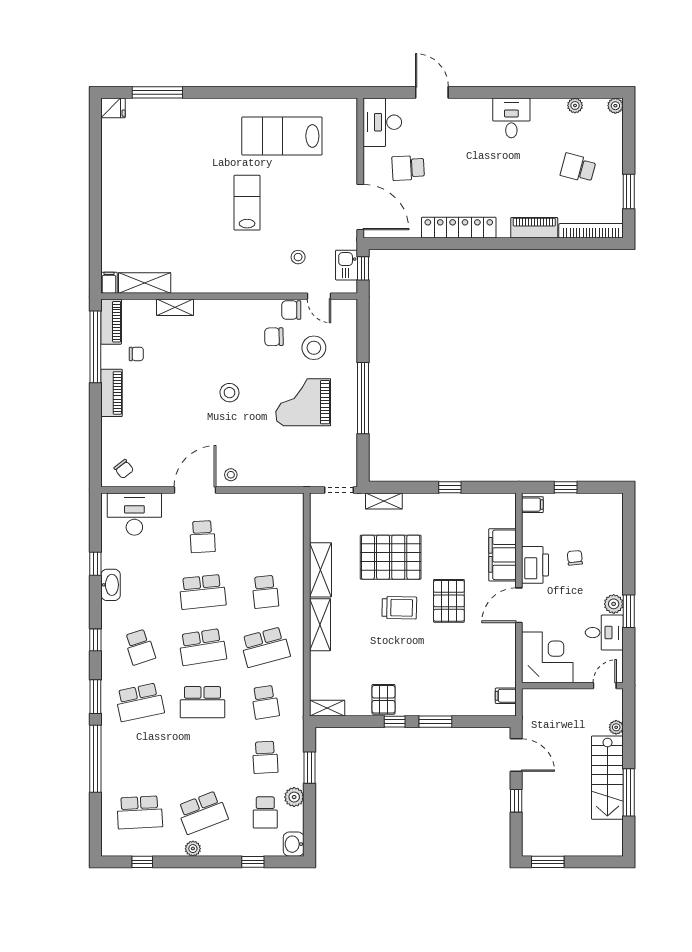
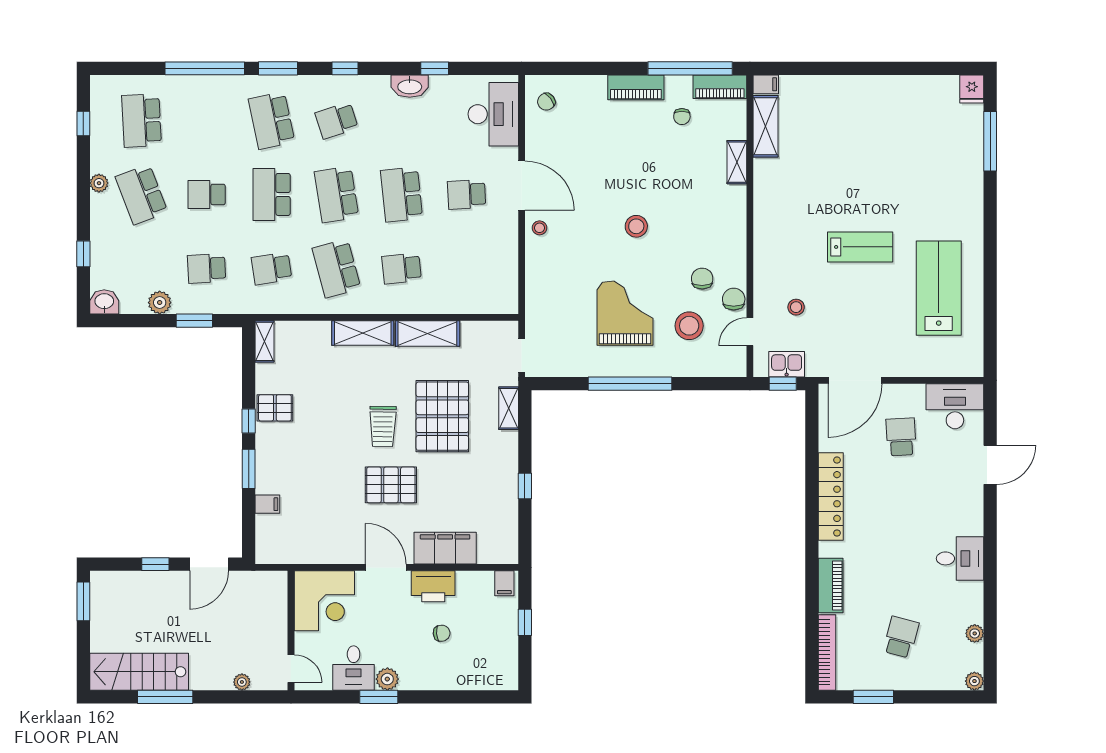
filing cabinet: (506, 696) -> (267, 504), moved, turned 90
stairs: (607, 778) -> (139, 672), moved
school desk: (265, 812) -> (207, 194), moved

